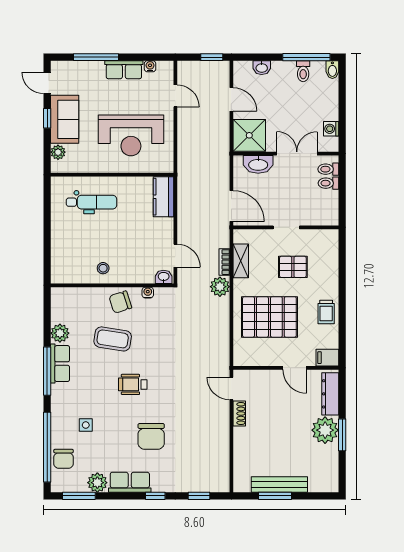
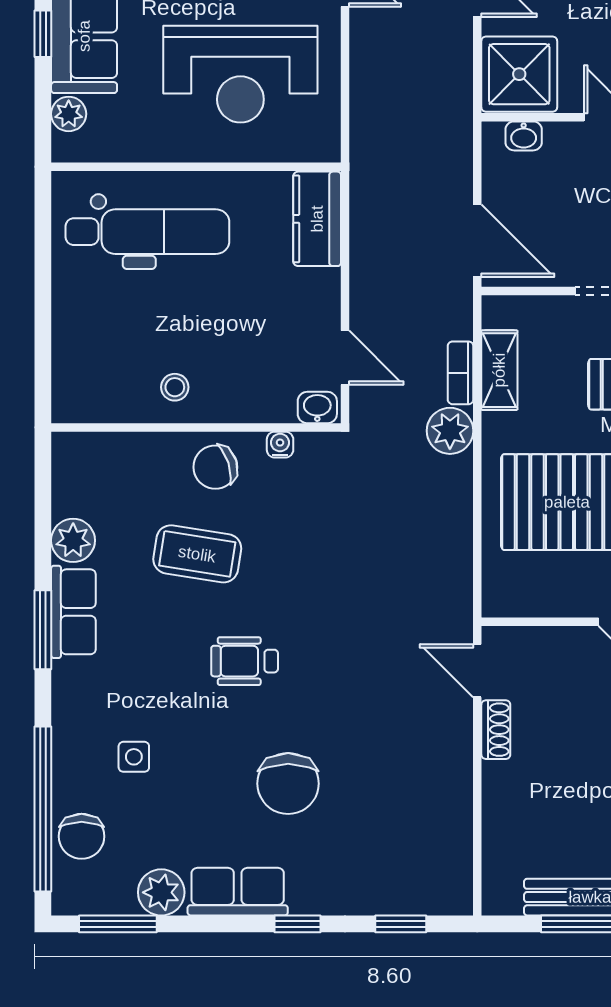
washbasin: (258, 164) -> (524, 136), width x0.52, depth x0.69
dental chair: (92, 202) -> (147, 232), width x1.36, depth x1.38
window: (47, 371) -> (43, 630), width x0.69

